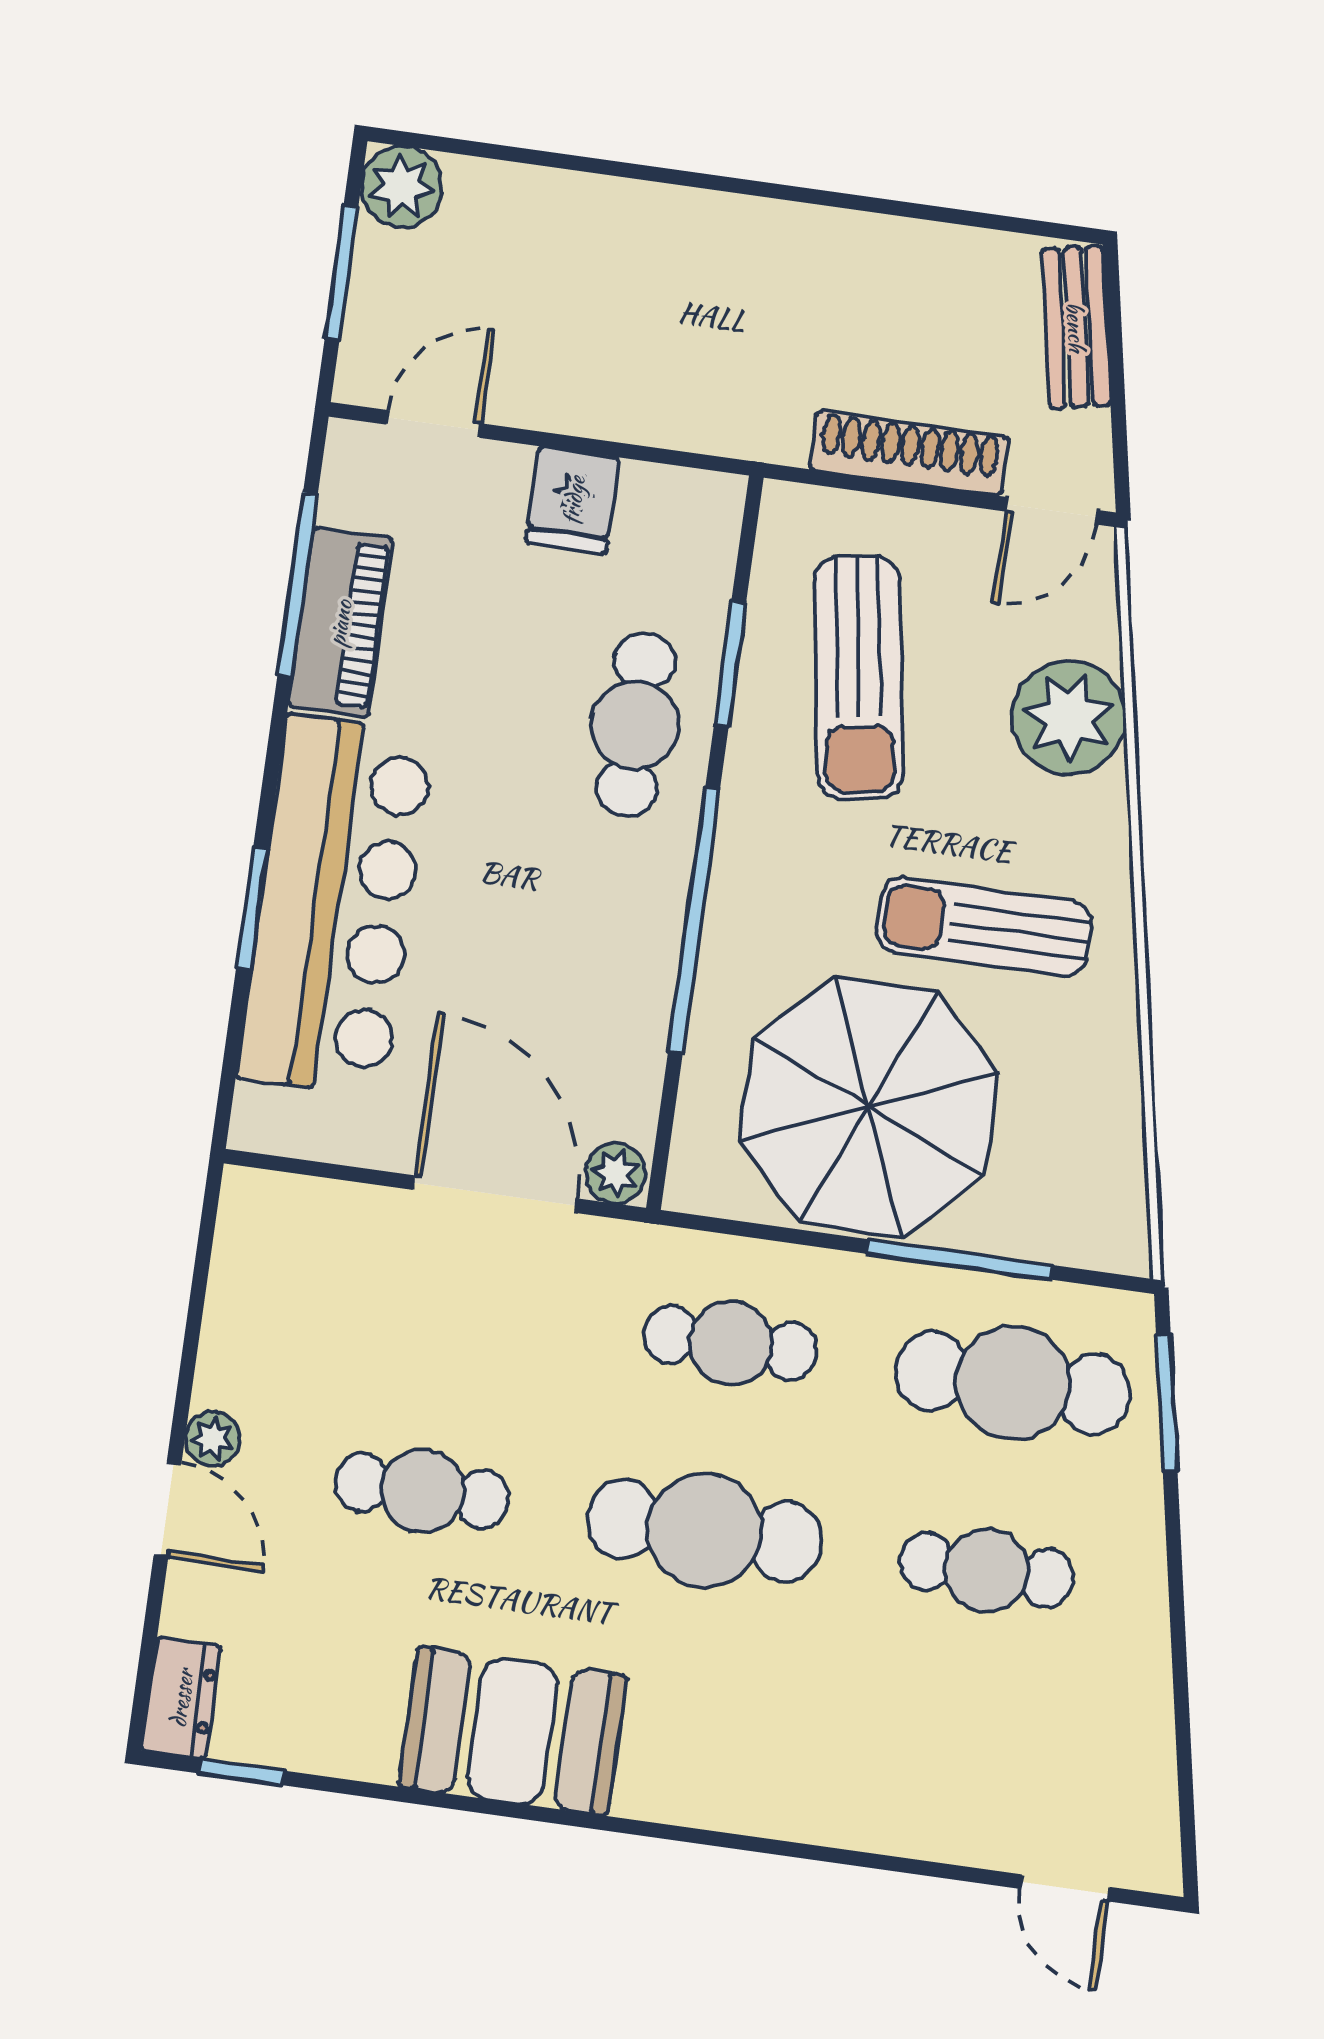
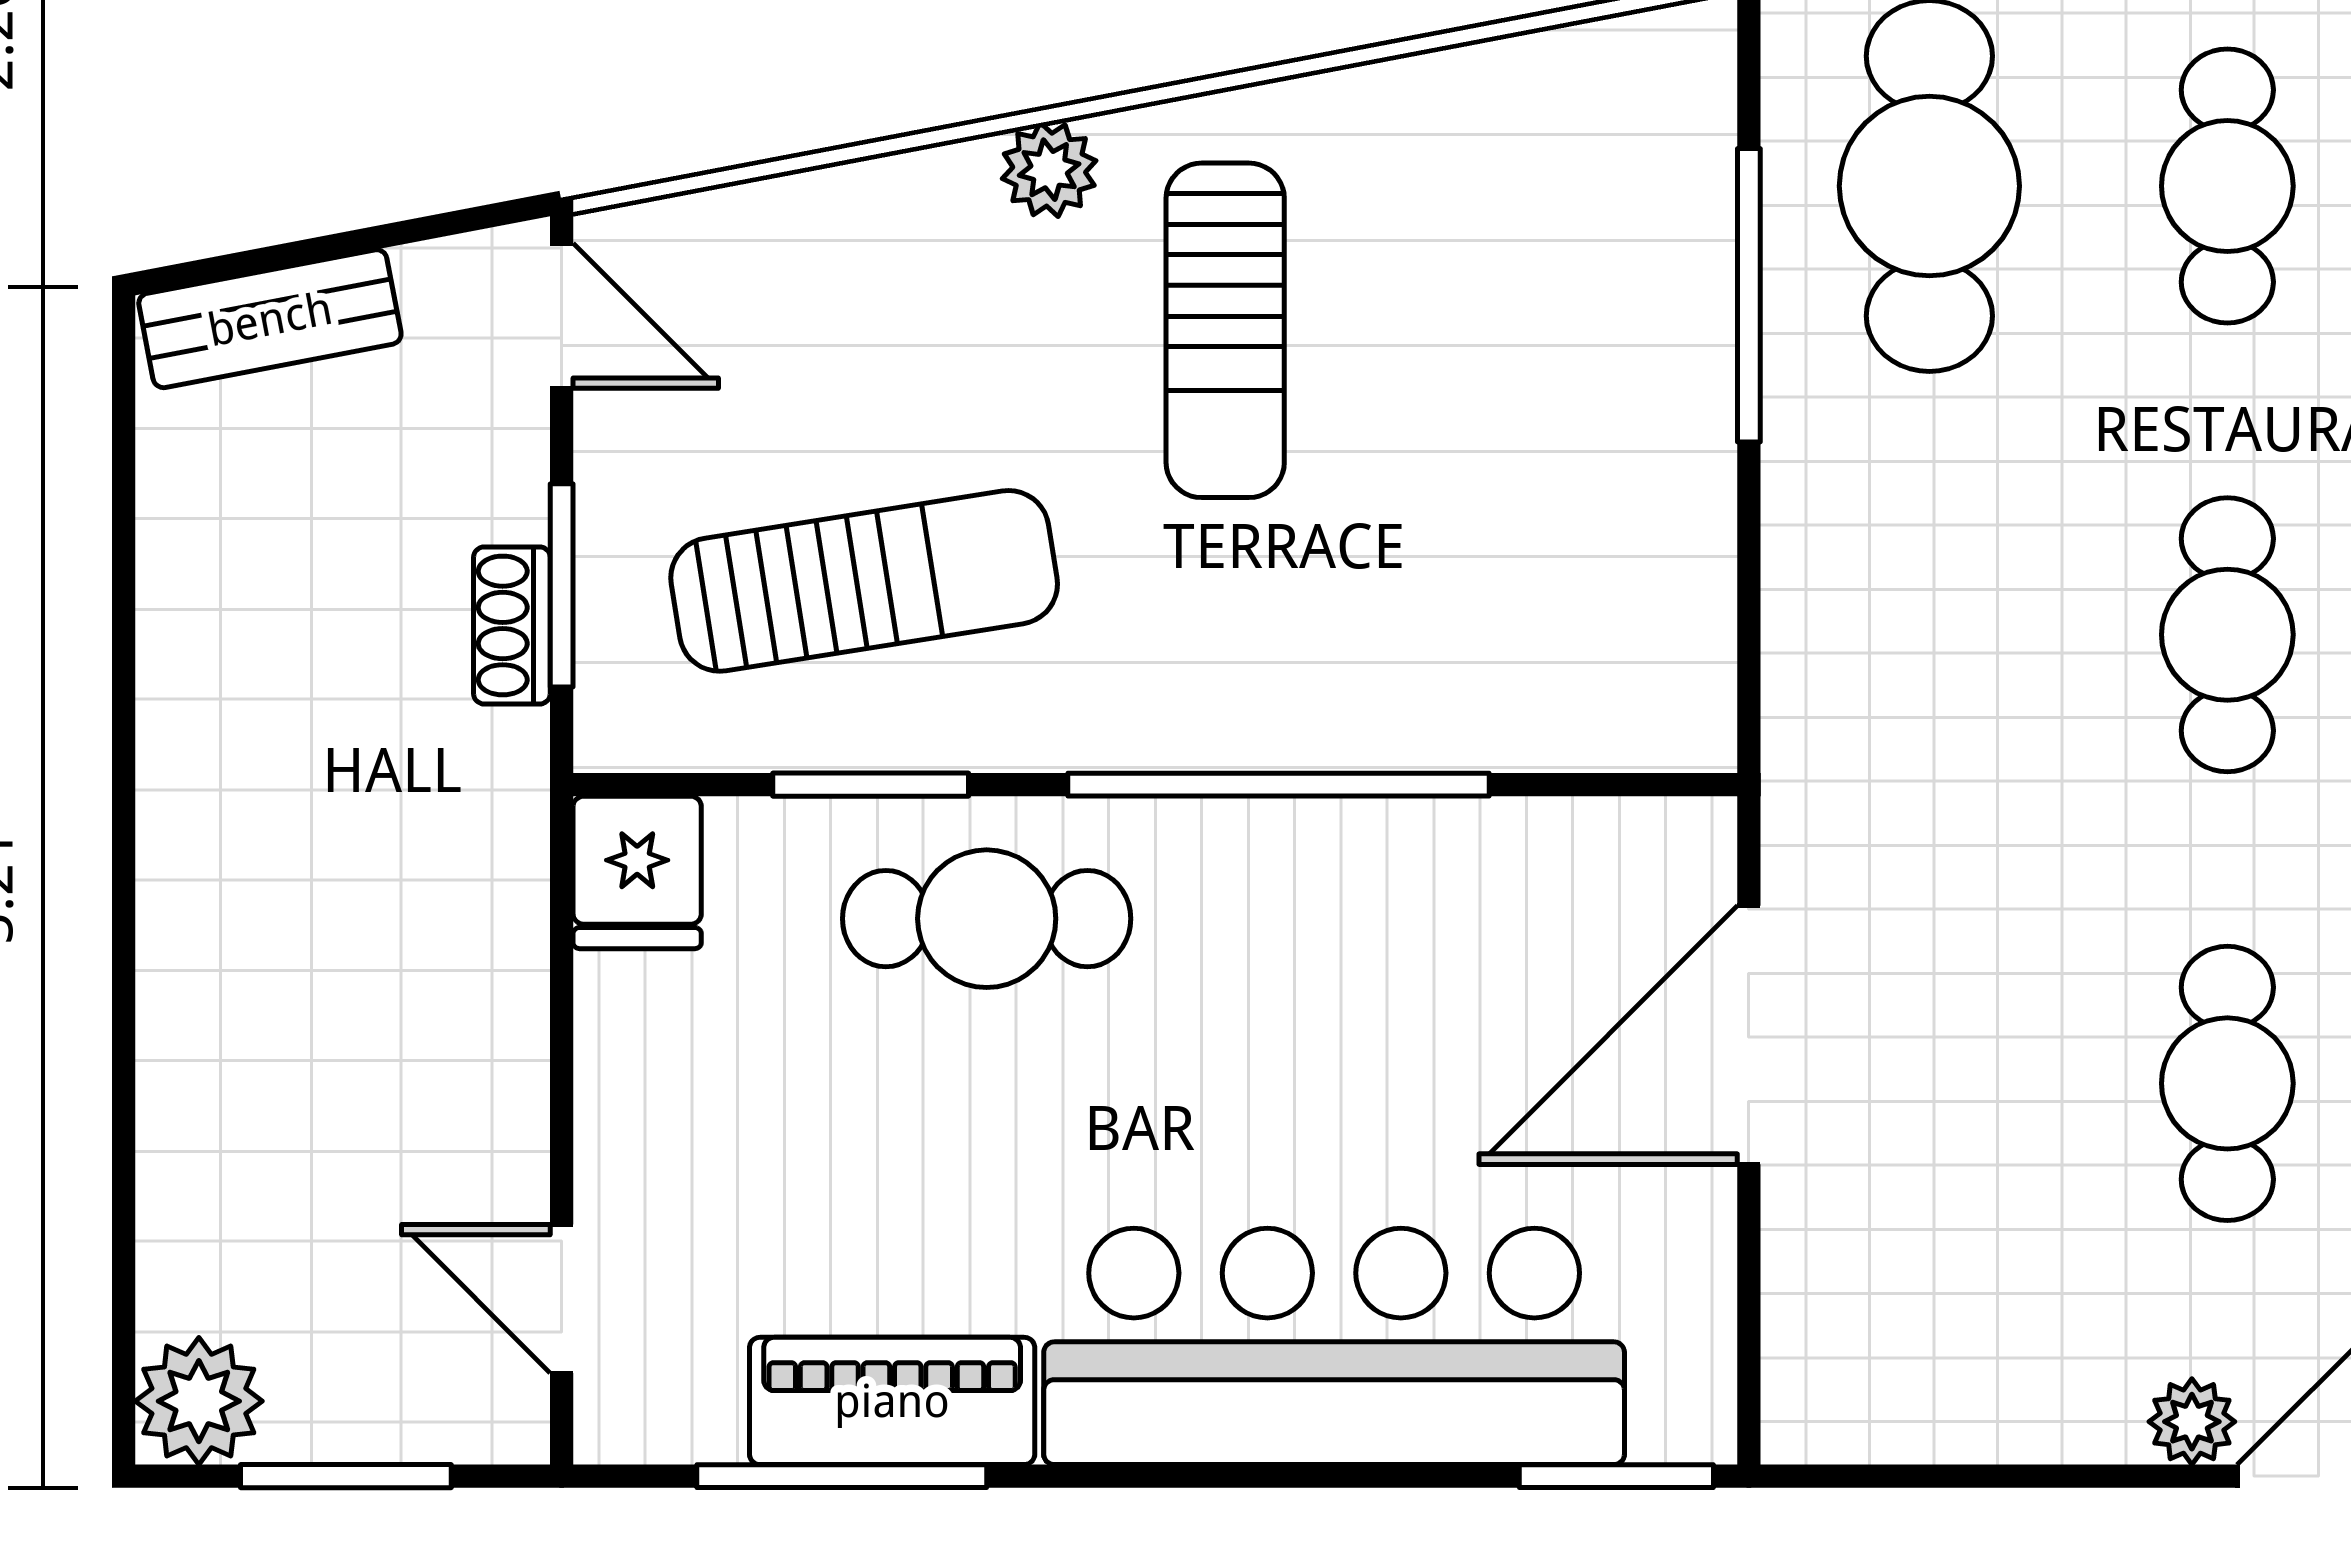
shoe rack: (909, 453) -> (512, 625), width x0.51, depth x0.81
window: (883, 487) -> (562, 585), added
fridge: (573, 500) -> (637, 872), moved, turned 90
plant: (1069, 718) -> (1049, 170), moved, width x0.53, depth x0.53
window: (252, 908) -> (1616, 1476), moved
parasol: (869, 1107) -> (1531, 471), removed
plant: (616, 1173) -> (1690, 851), removed
cafe table: (731, 1343) -> (1929, 635), removed
cafe table: (704, 1530) -> (2227, 635), width x0.73, depth x0.74

